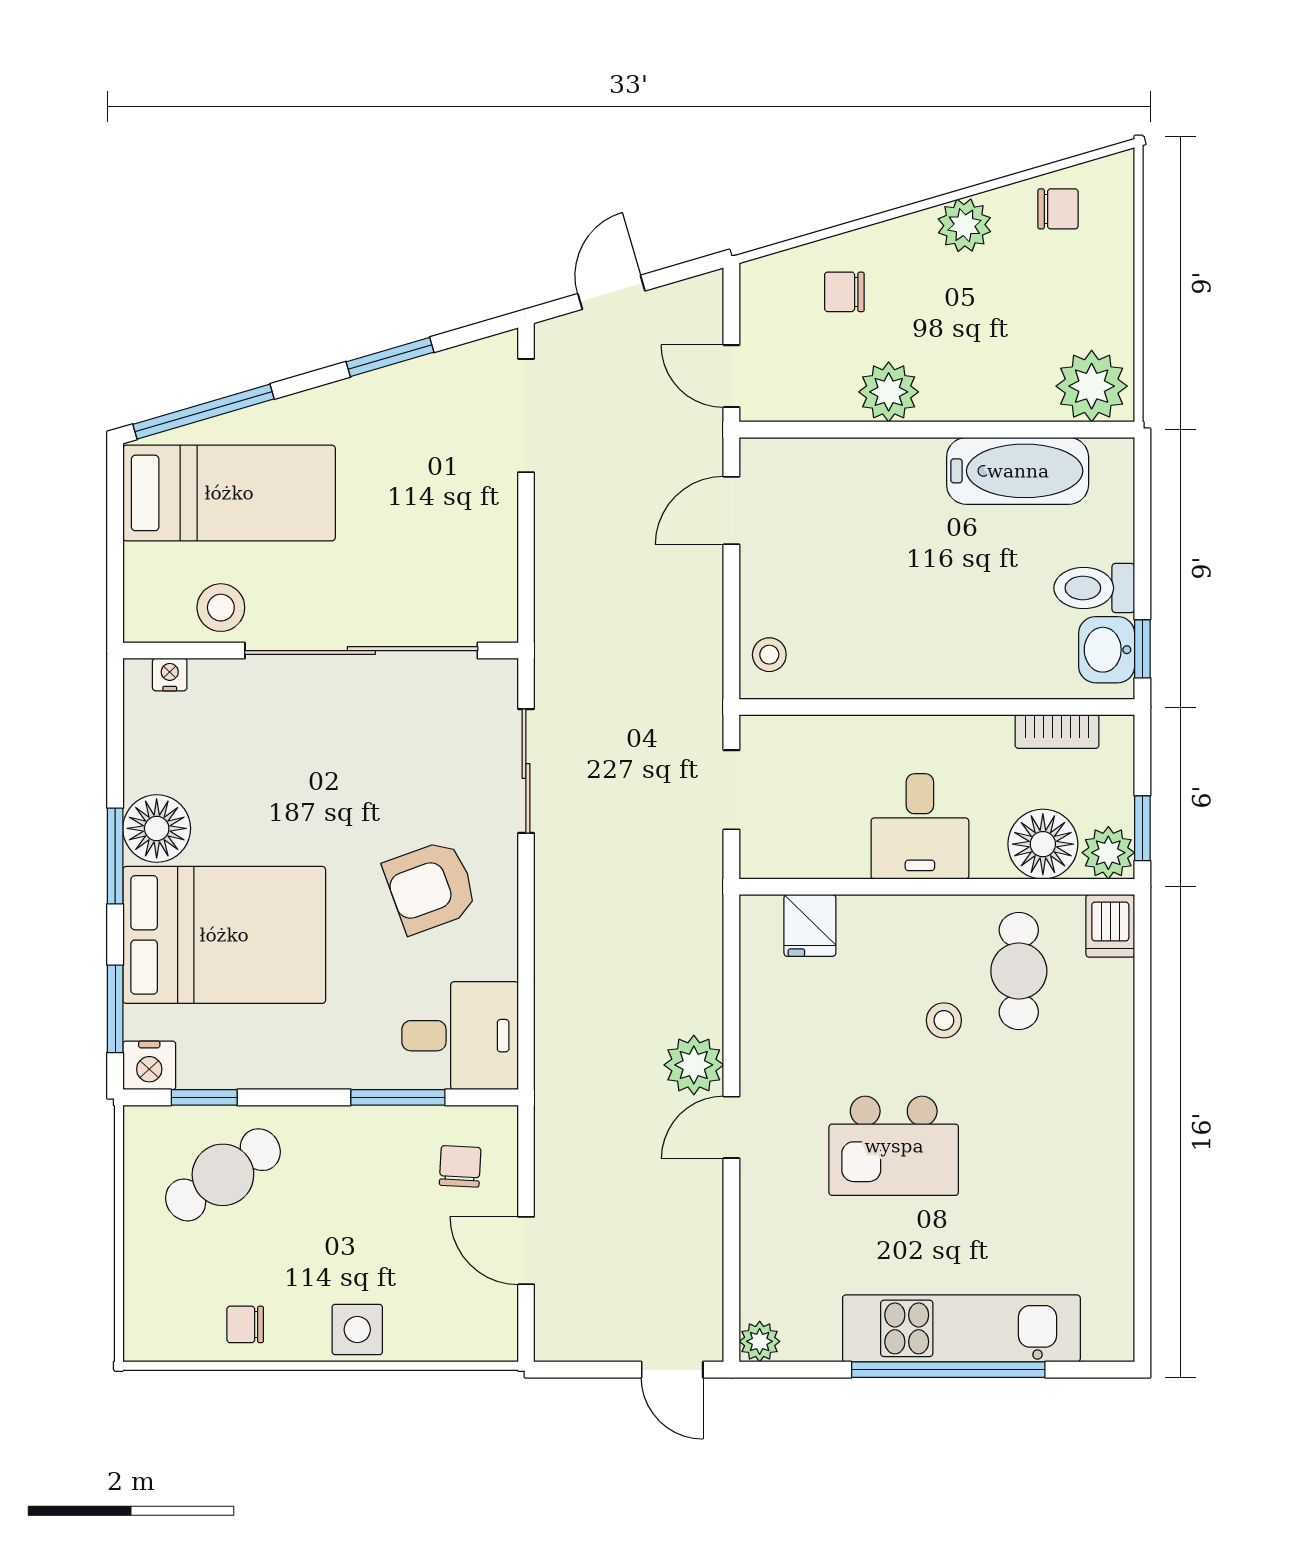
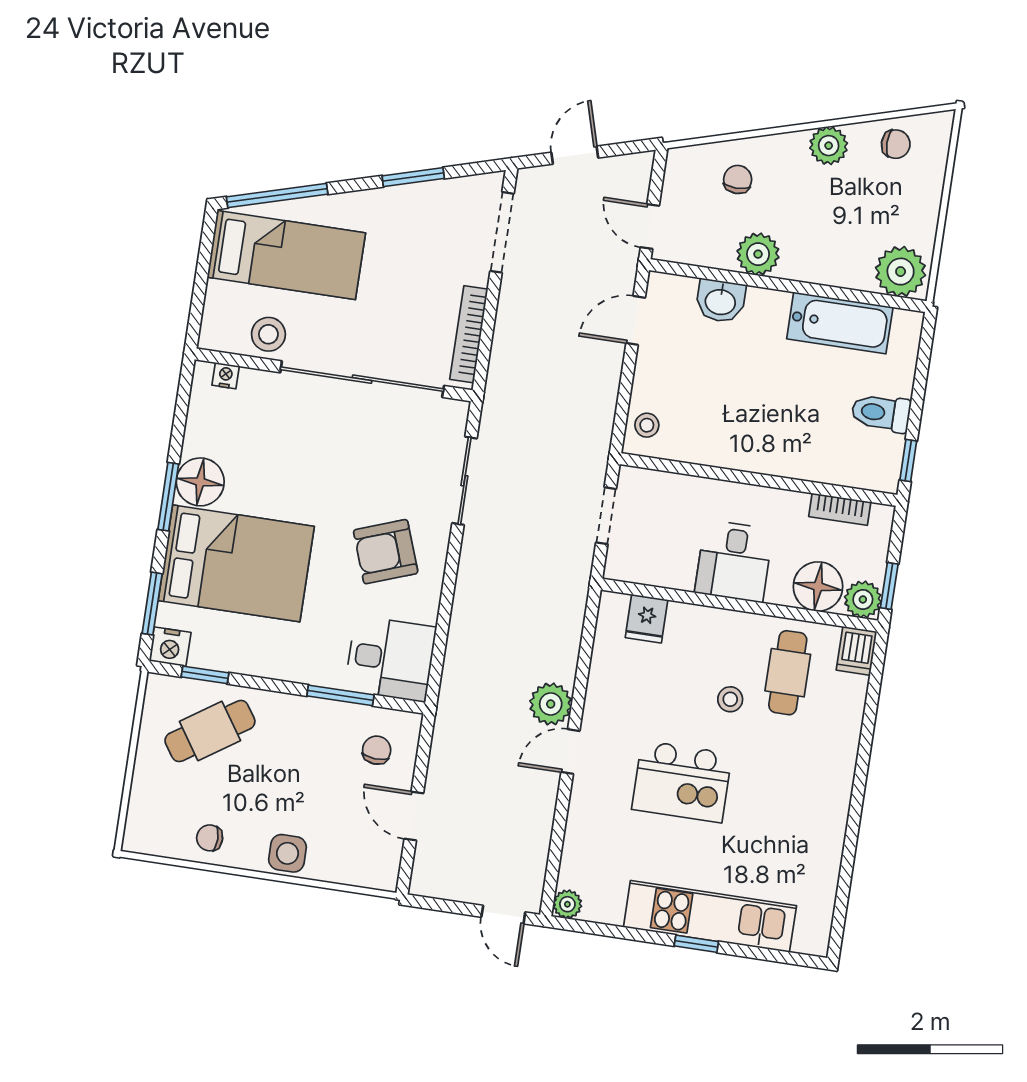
chair: (844, 292) -> (738, 179), turned 90
bookcase: (501, 565) -> (469, 334), added
washbasin: (1107, 650) -> (720, 301), moved, turned -90
window: (948, 1370) -> (696, 944), width x0.32

